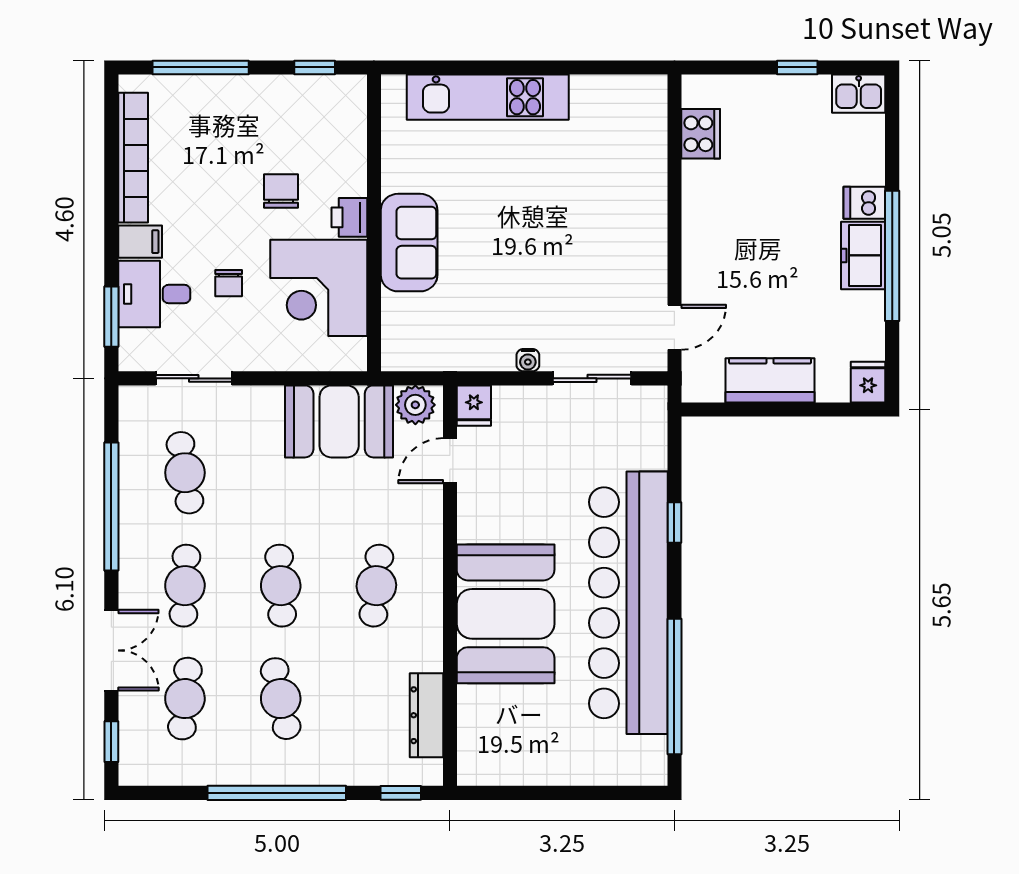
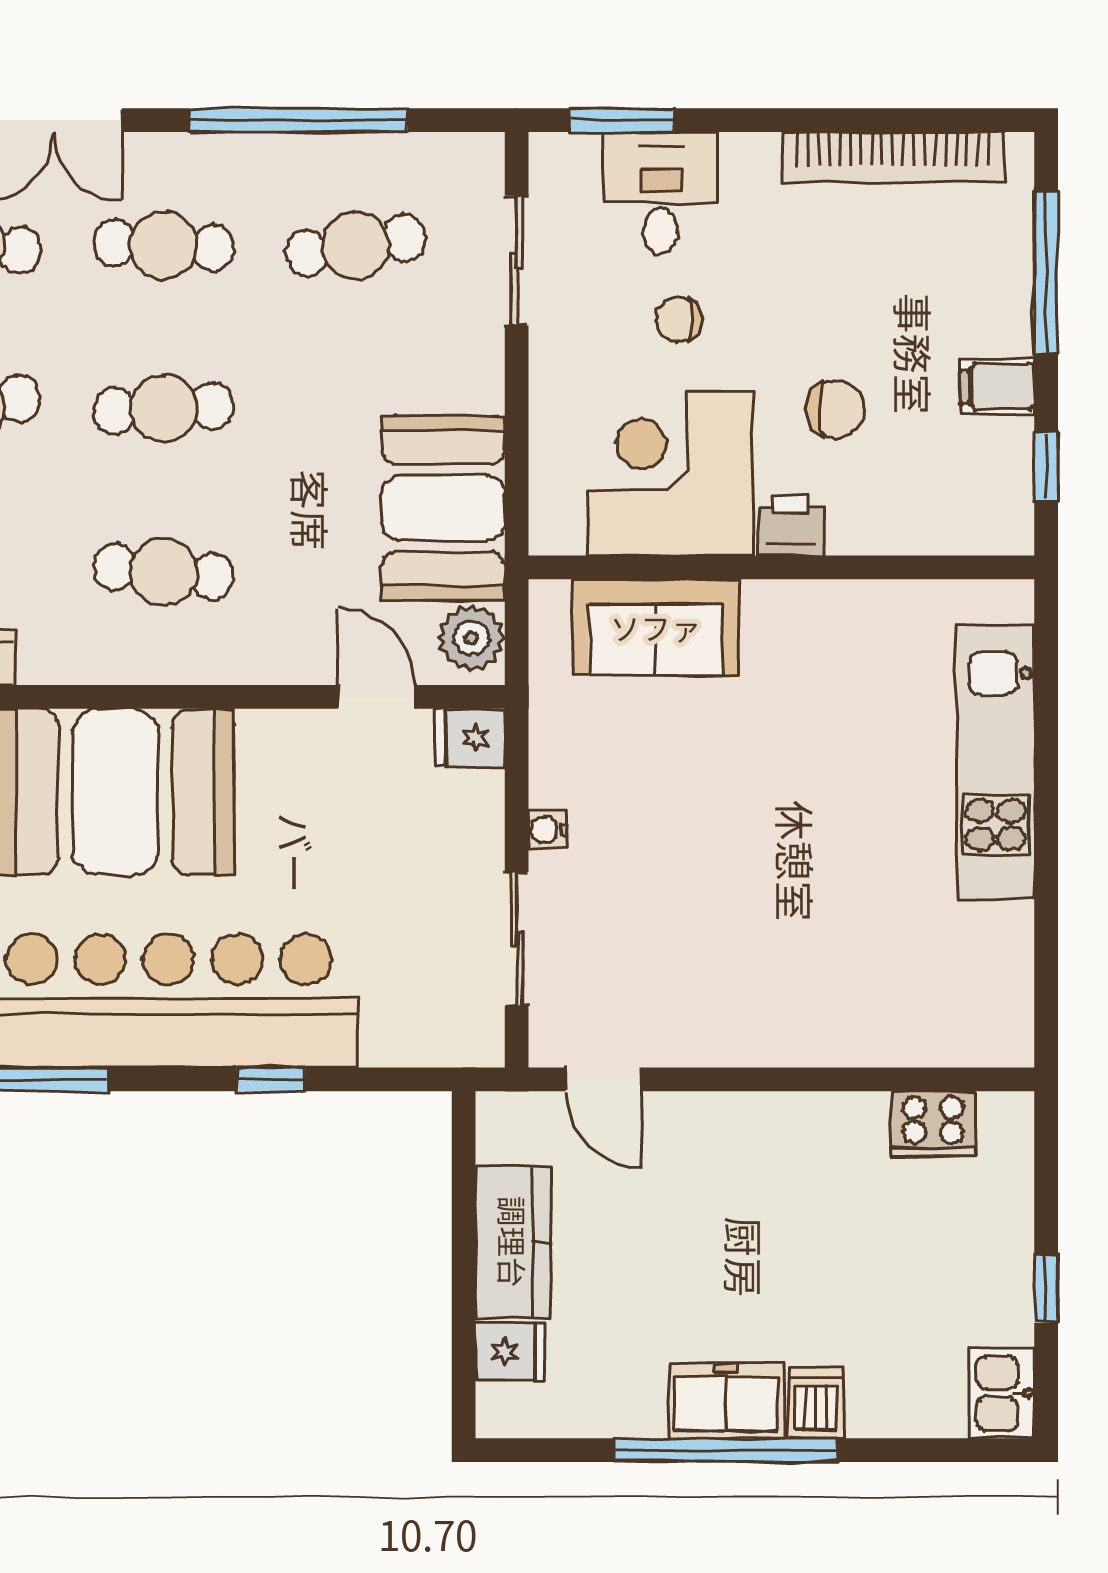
filing cabinet: (140, 242) -> (997, 386), moved, turned 90
sofa: (409, 243) -> (656, 627), moved
fridge: (868, 382) -> (510, 1352), moved

